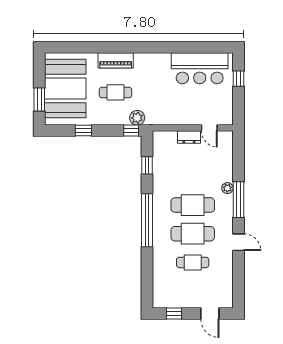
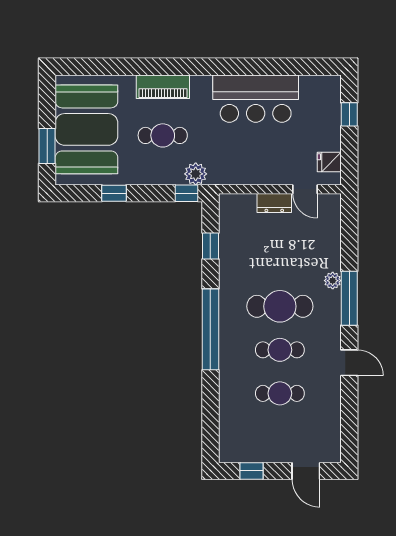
bar counter: (200, 68) -> (256, 99), moved
fridge: (225, 110) -> (329, 162), added
cafe table: (193, 234) -> (280, 350), width x0.73, depth x0.74

